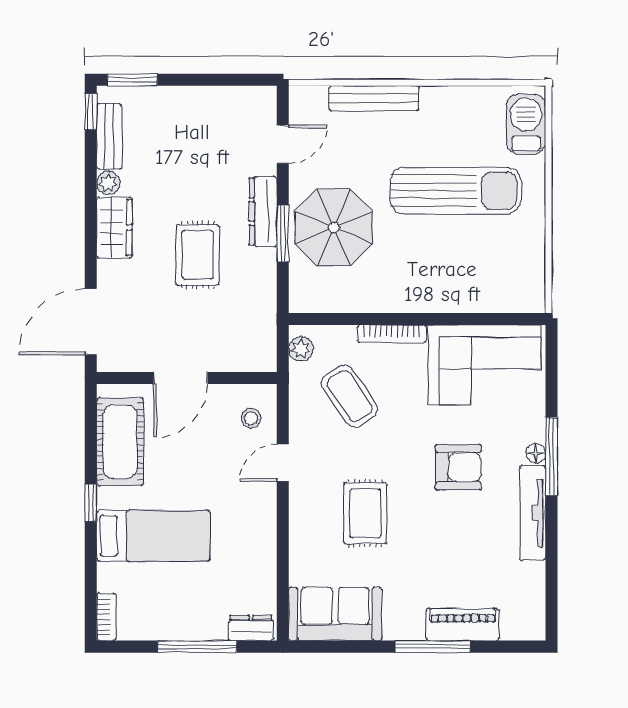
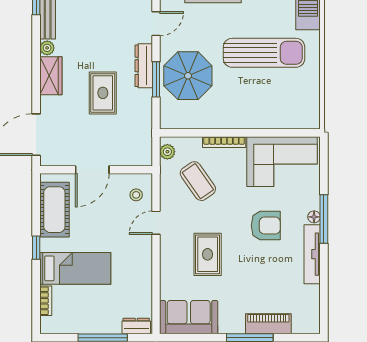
bookcase: (106, 617) -> (46, 301), moved

